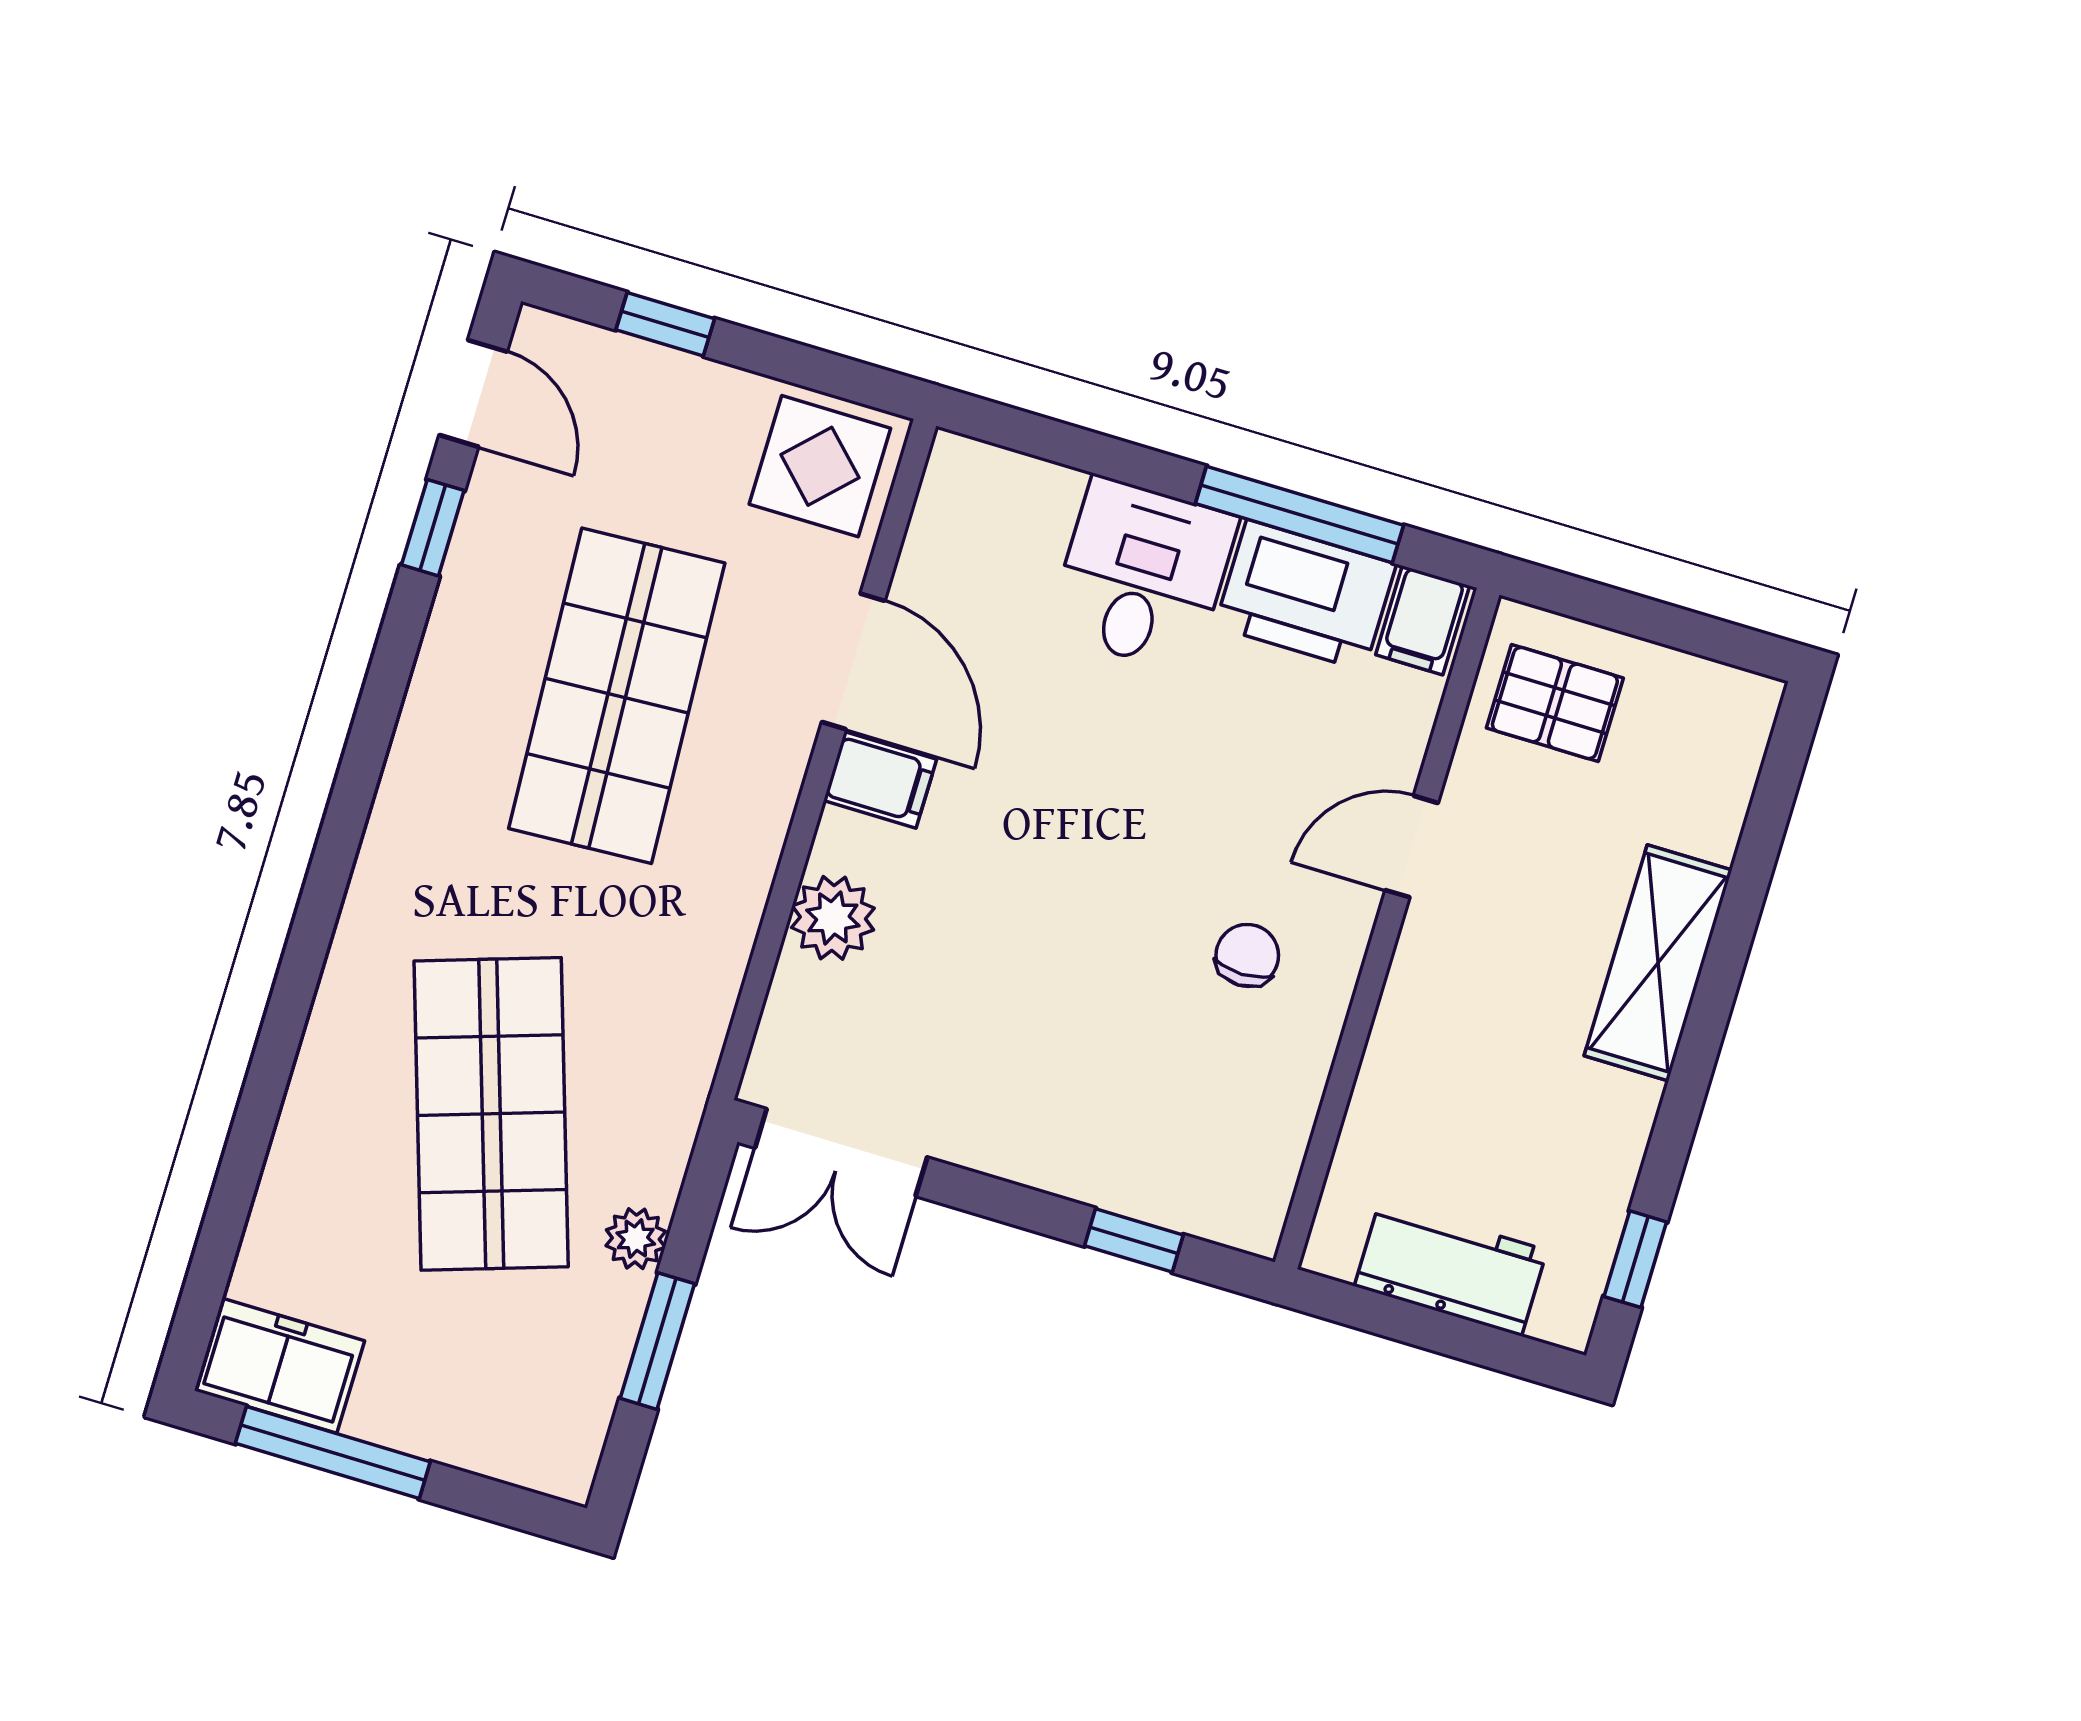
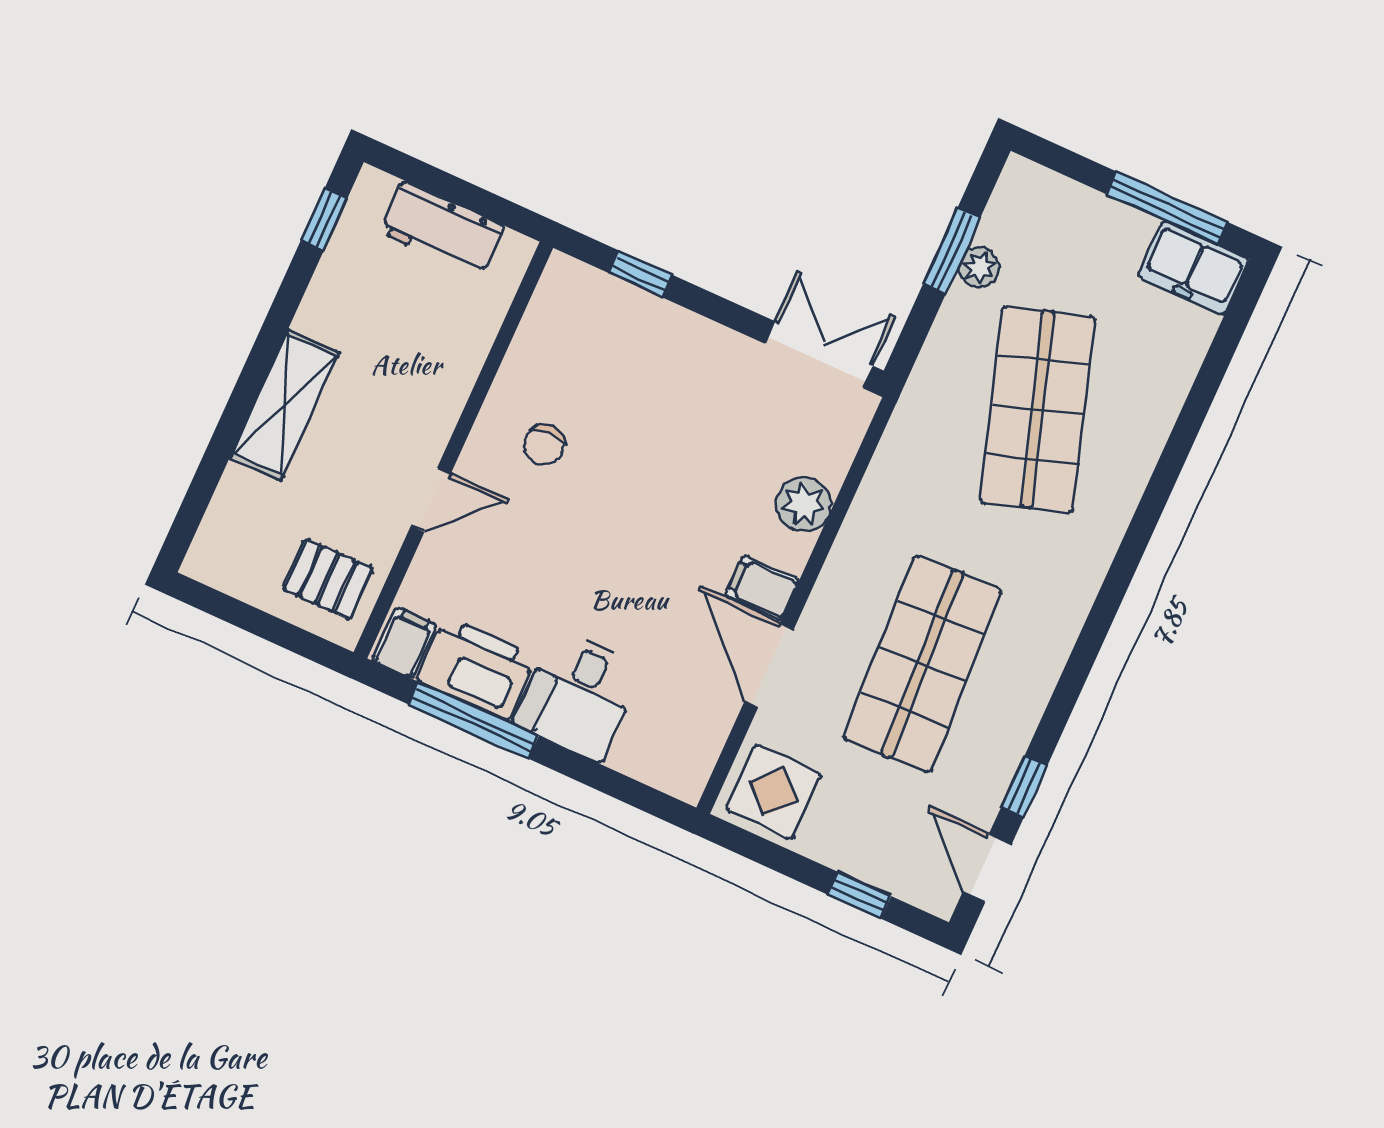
plant: (636, 1239) -> (979, 267), moved

